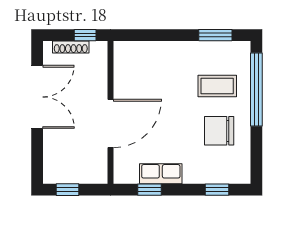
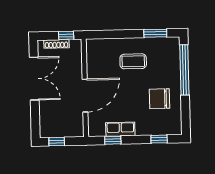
coffee table: (217, 86) -> (133, 61), moved

